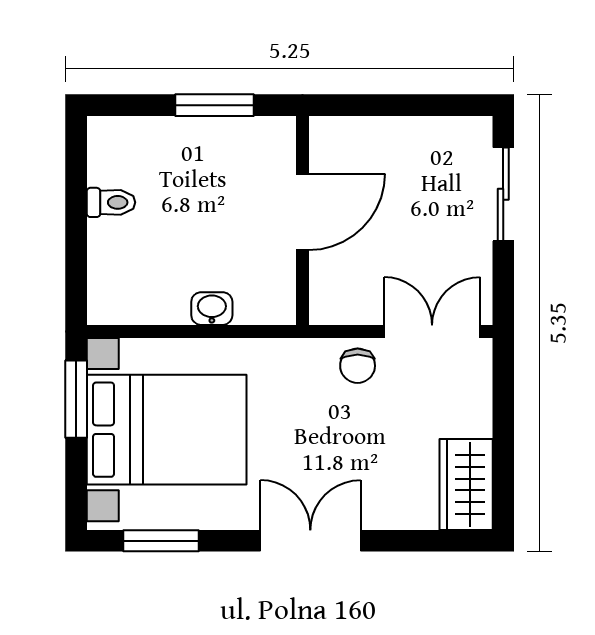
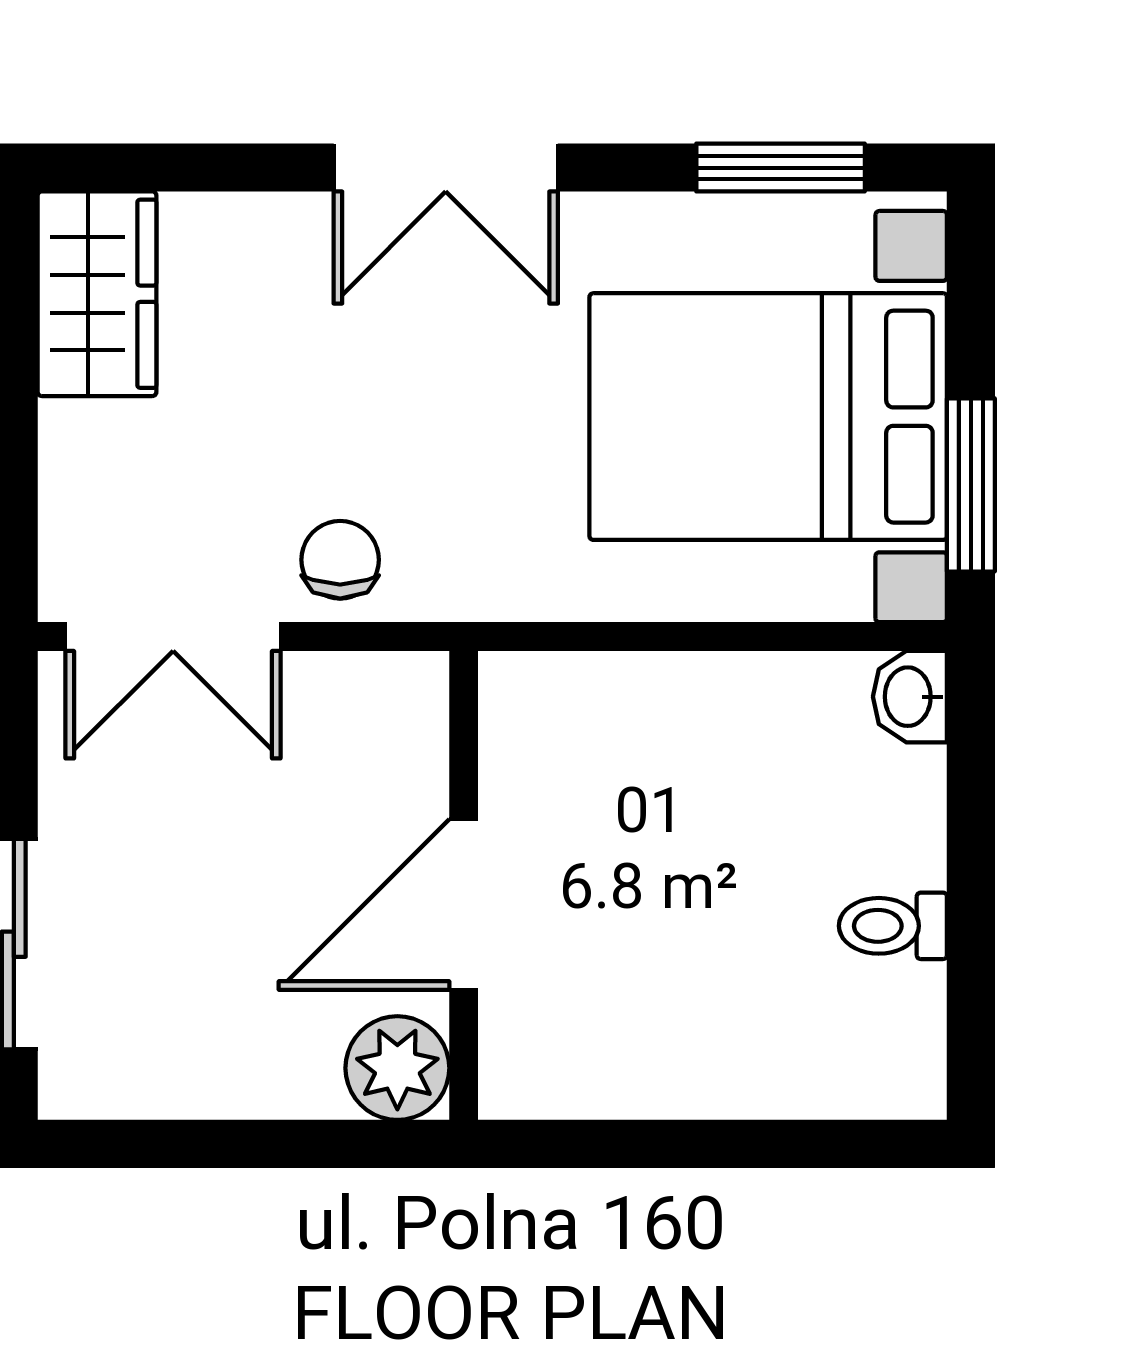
window: (215, 105) -> (661, 1144), removed
plant: (332, 139) -> (397, 1068), added
washbasin: (212, 309) -> (910, 697), moved, turned 90

